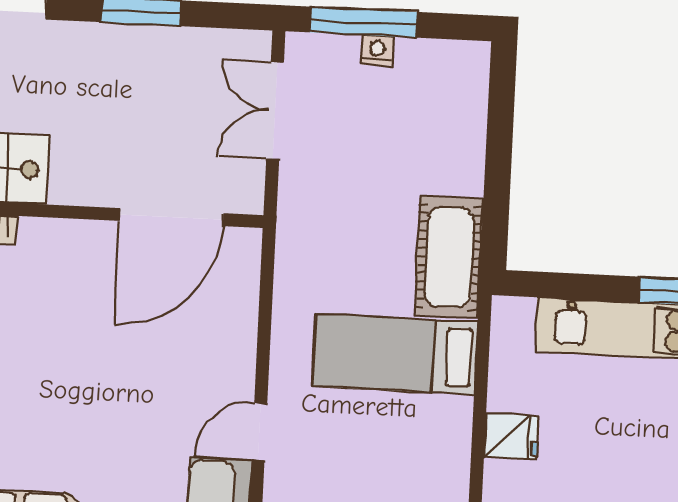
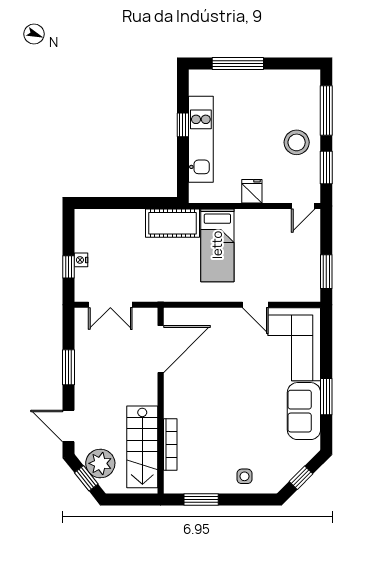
window: (363, 22) -> (69, 267), width x0.46
door: (171, 217) -> (161, 349), hinge flipped

